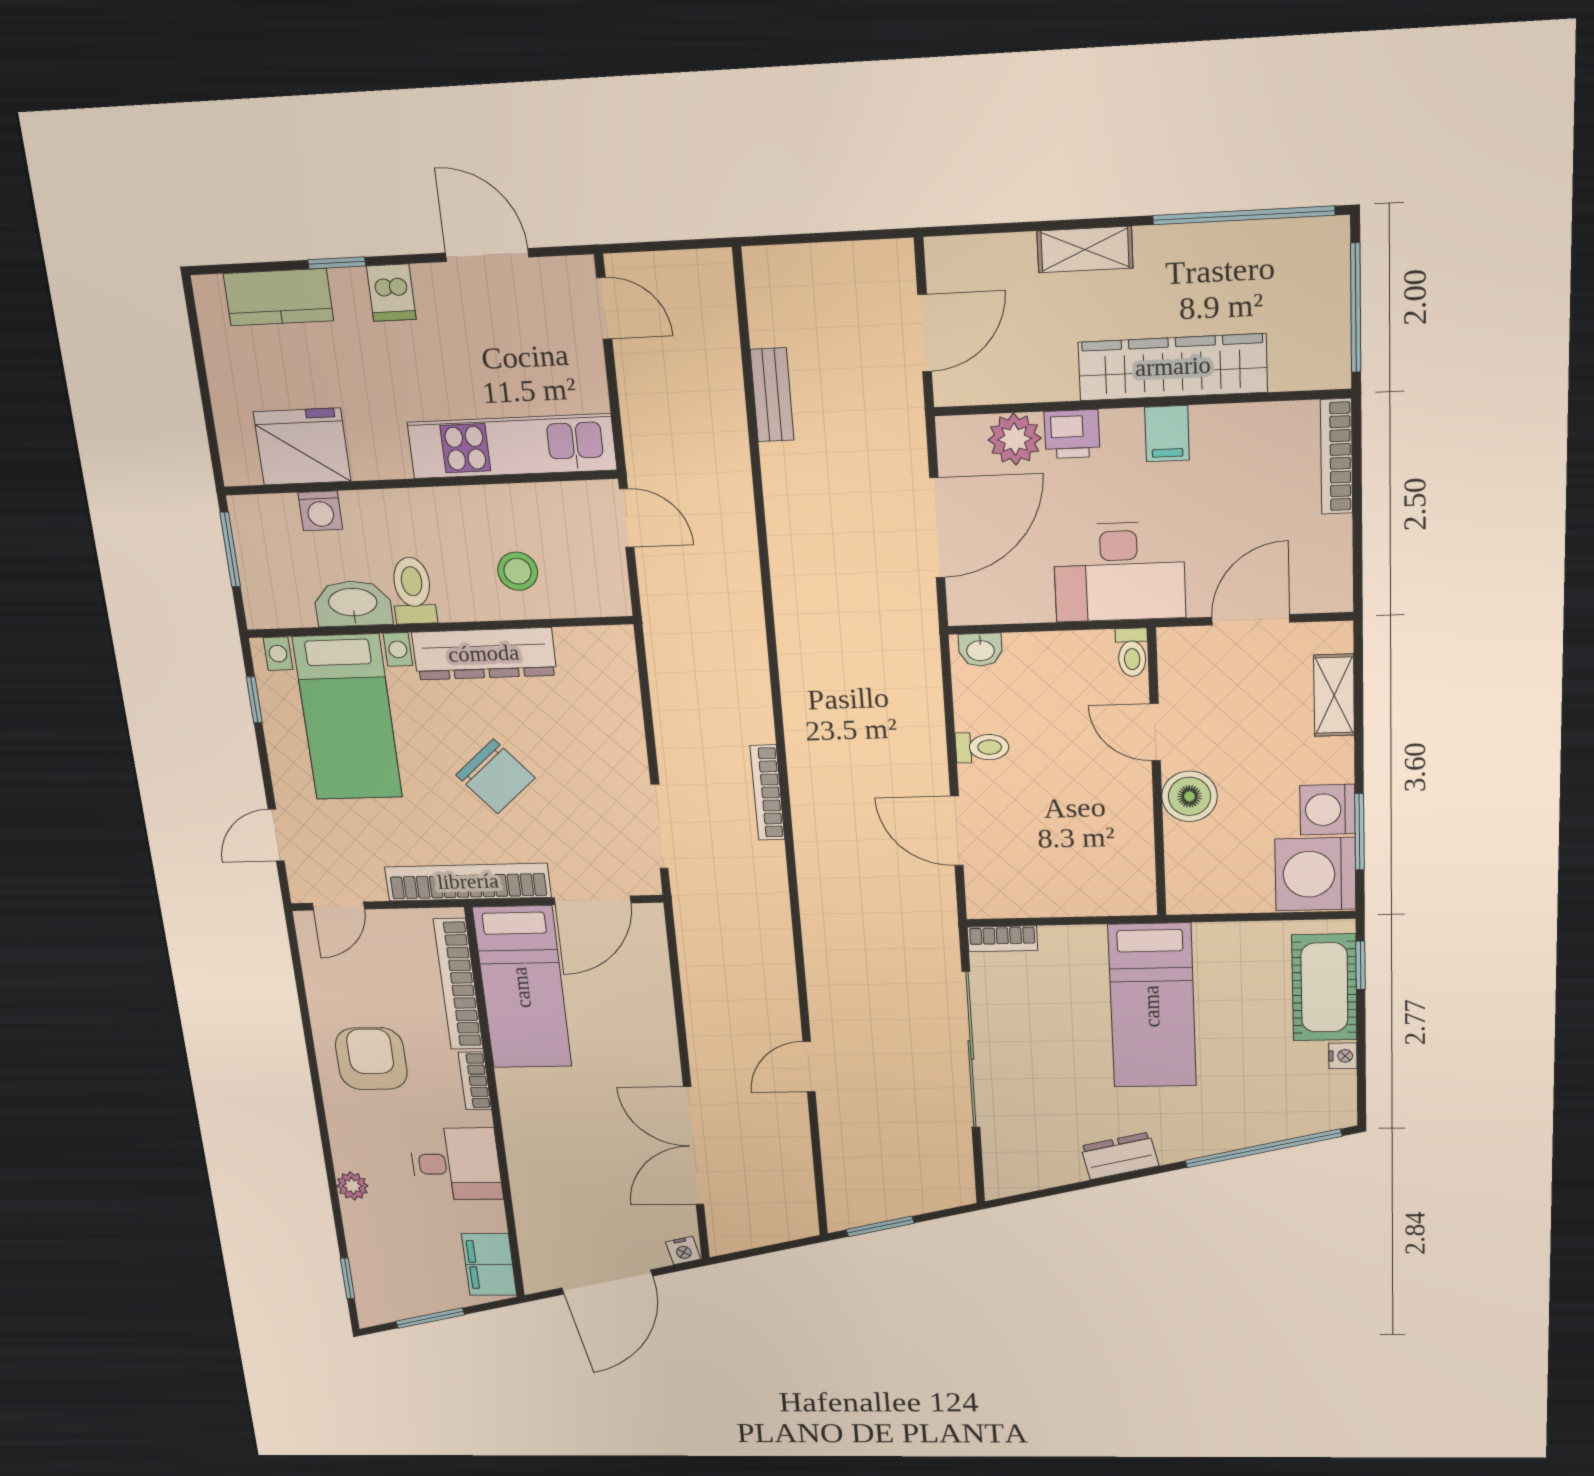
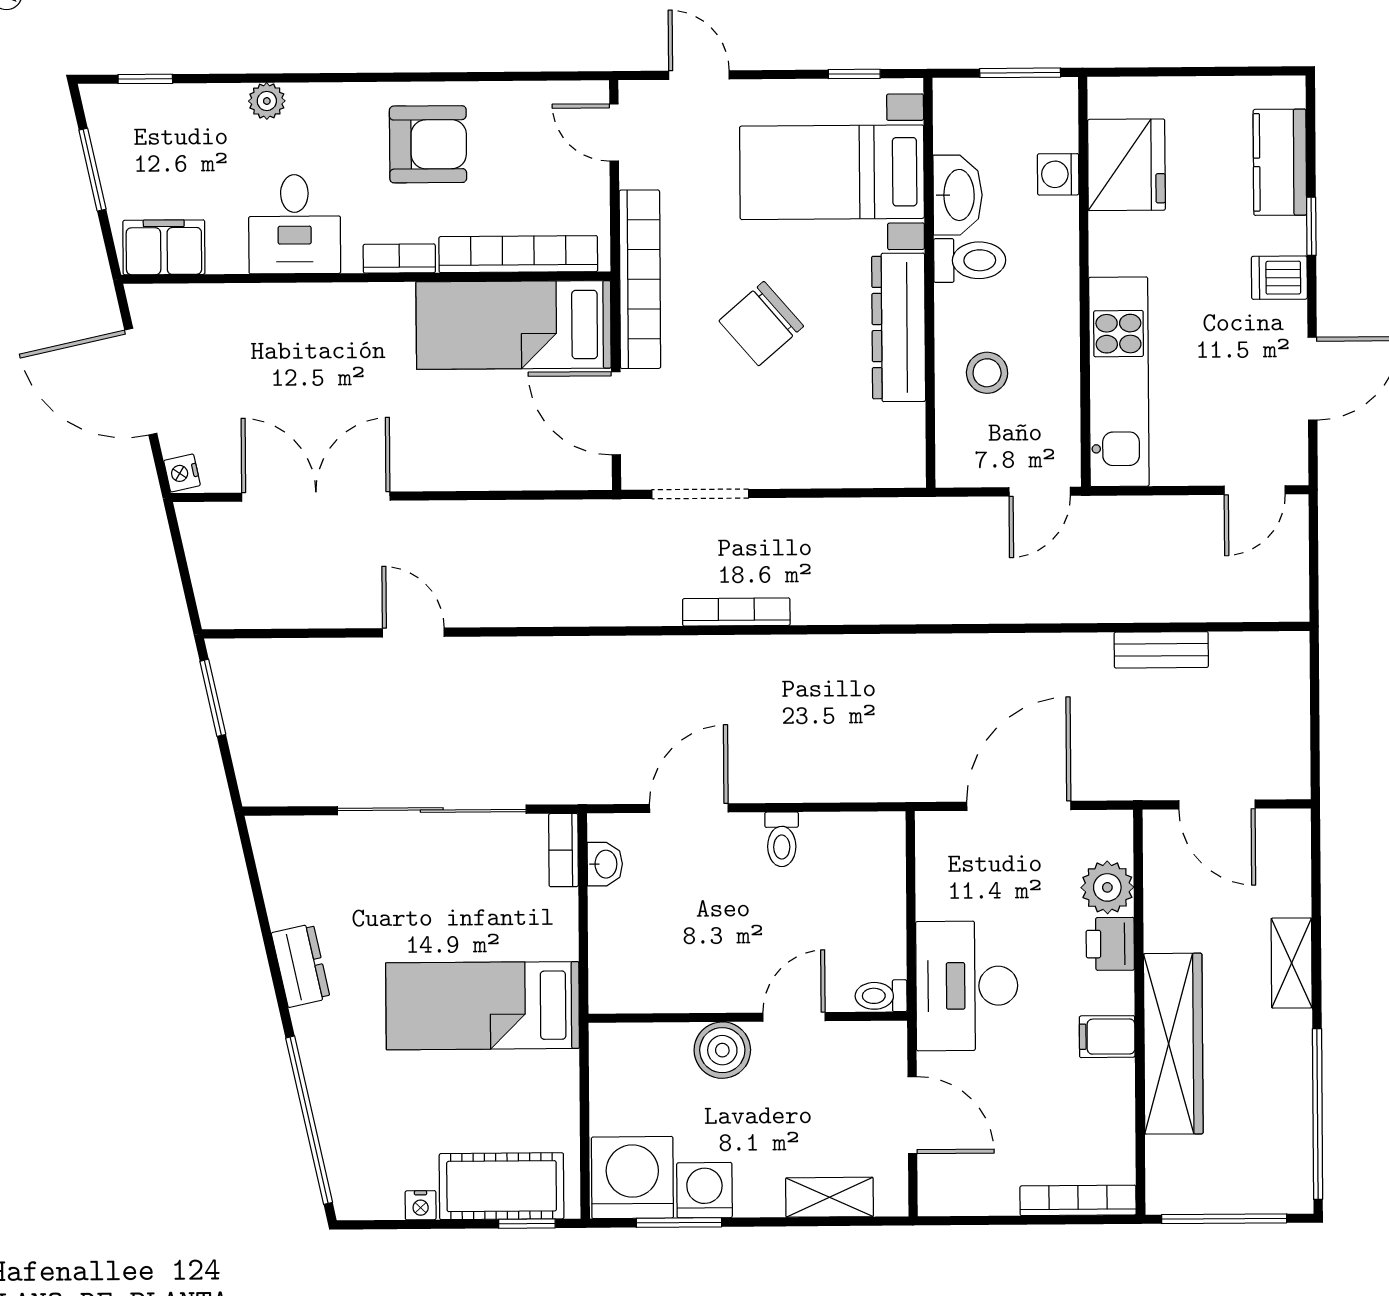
door: (937, 528) -> (1019, 806), swing flipped
washbasin: (980, 650) -> (605, 864), moved, turned 180

